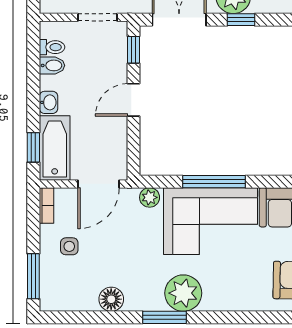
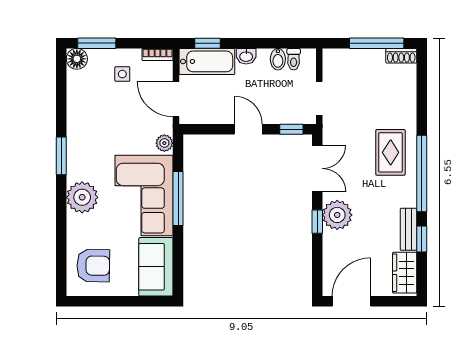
plant: (183, 293) -> (82, 197), moved
floor lamp: (111, 299) -> (77, 59), moved

